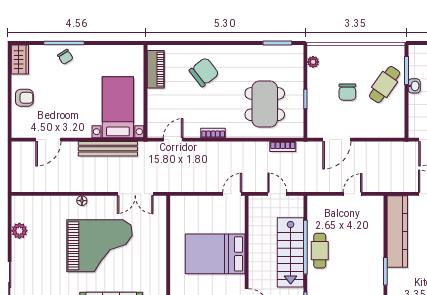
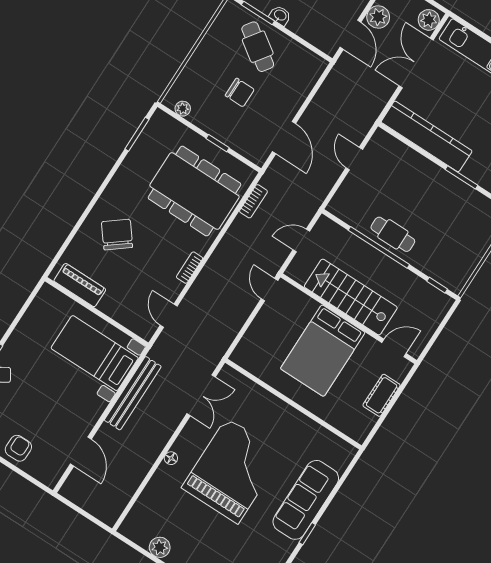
dining table: (265, 104) -> (194, 191), width x1.36, depth x1.24
stairs: (291, 252) -> (351, 297), moved, turned 180

